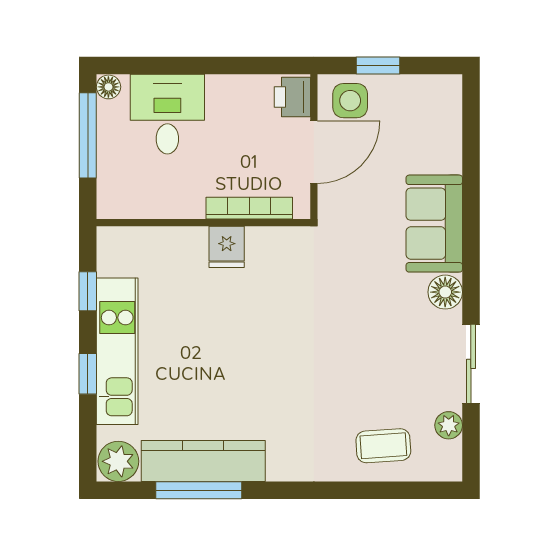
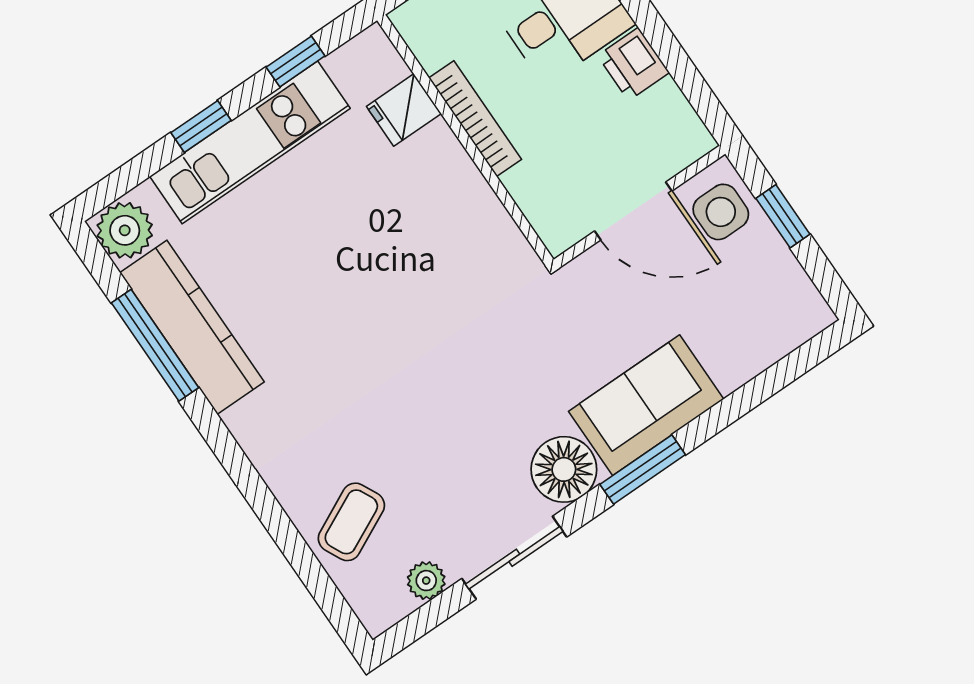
printer: (292, 97) -> (633, 64), moved, turned -90
bookcase: (249, 208) -> (475, 119), moved
fridge: (227, 247) -> (404, 110), moved
window: (471, 252) -> (643, 470), added
floor lamp: (445, 292) -> (564, 469), width x1.38, depth x1.38
coffee table: (383, 446) -> (351, 522), turned 68

